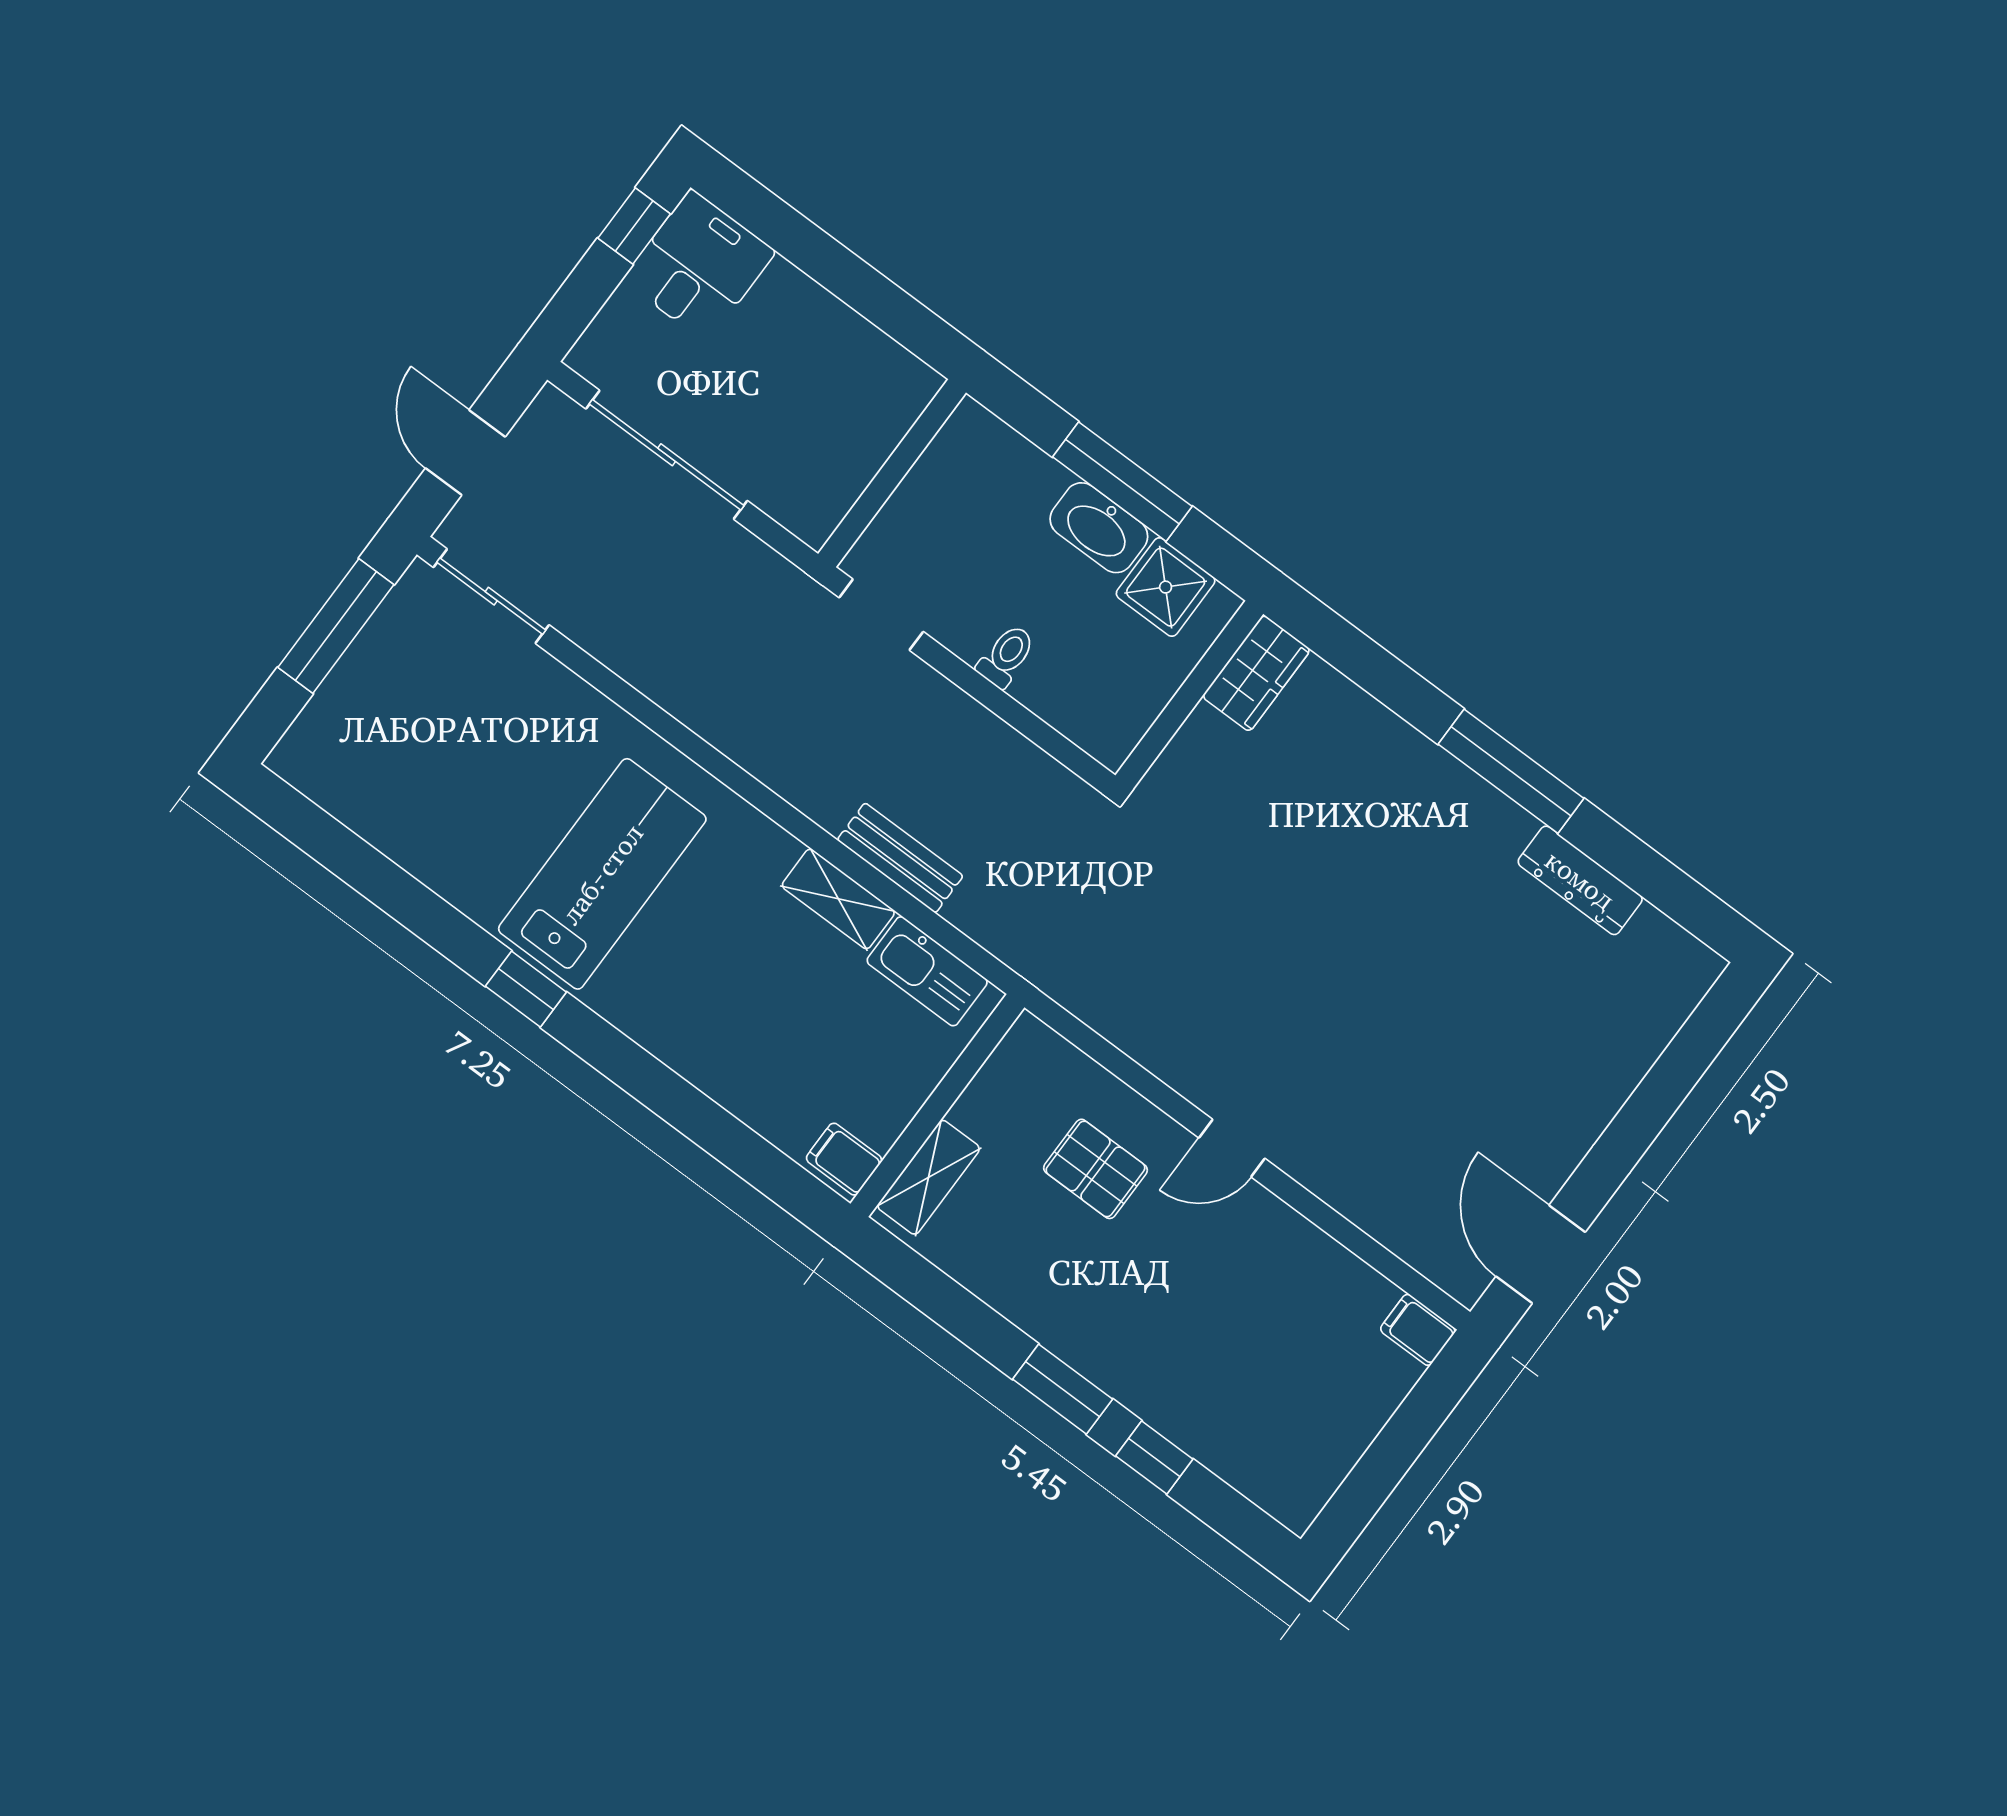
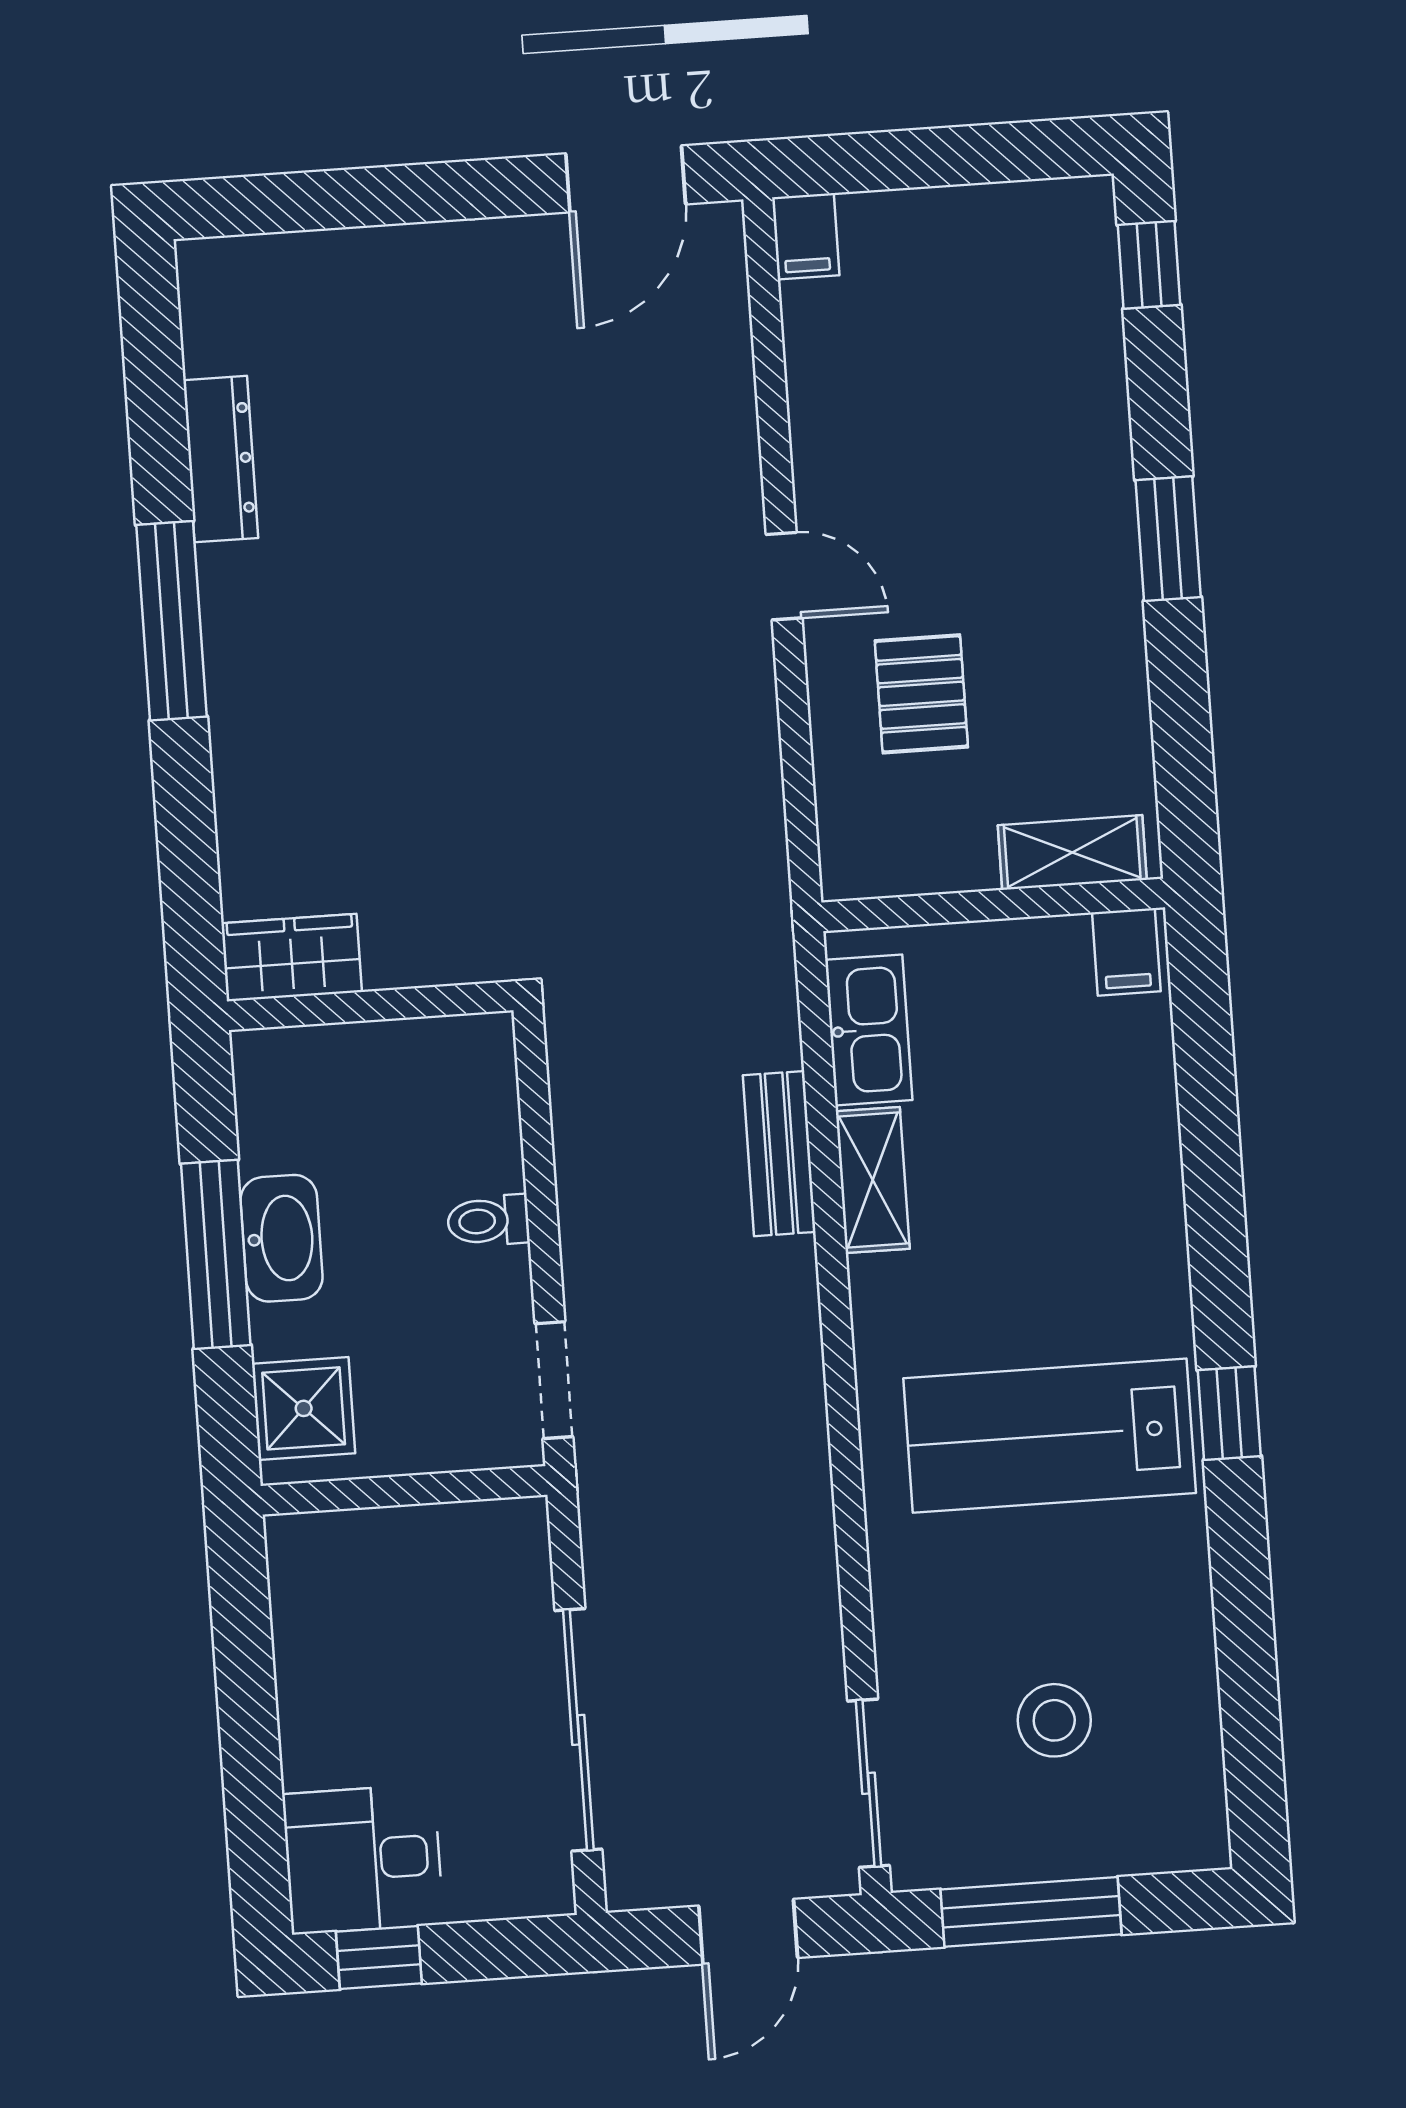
shower: (1166, 587) -> (304, 1408), moved
stool: (435, 735) -> (1054, 1720), added
window: (1154, 1458) -> (1149, 265), moved

